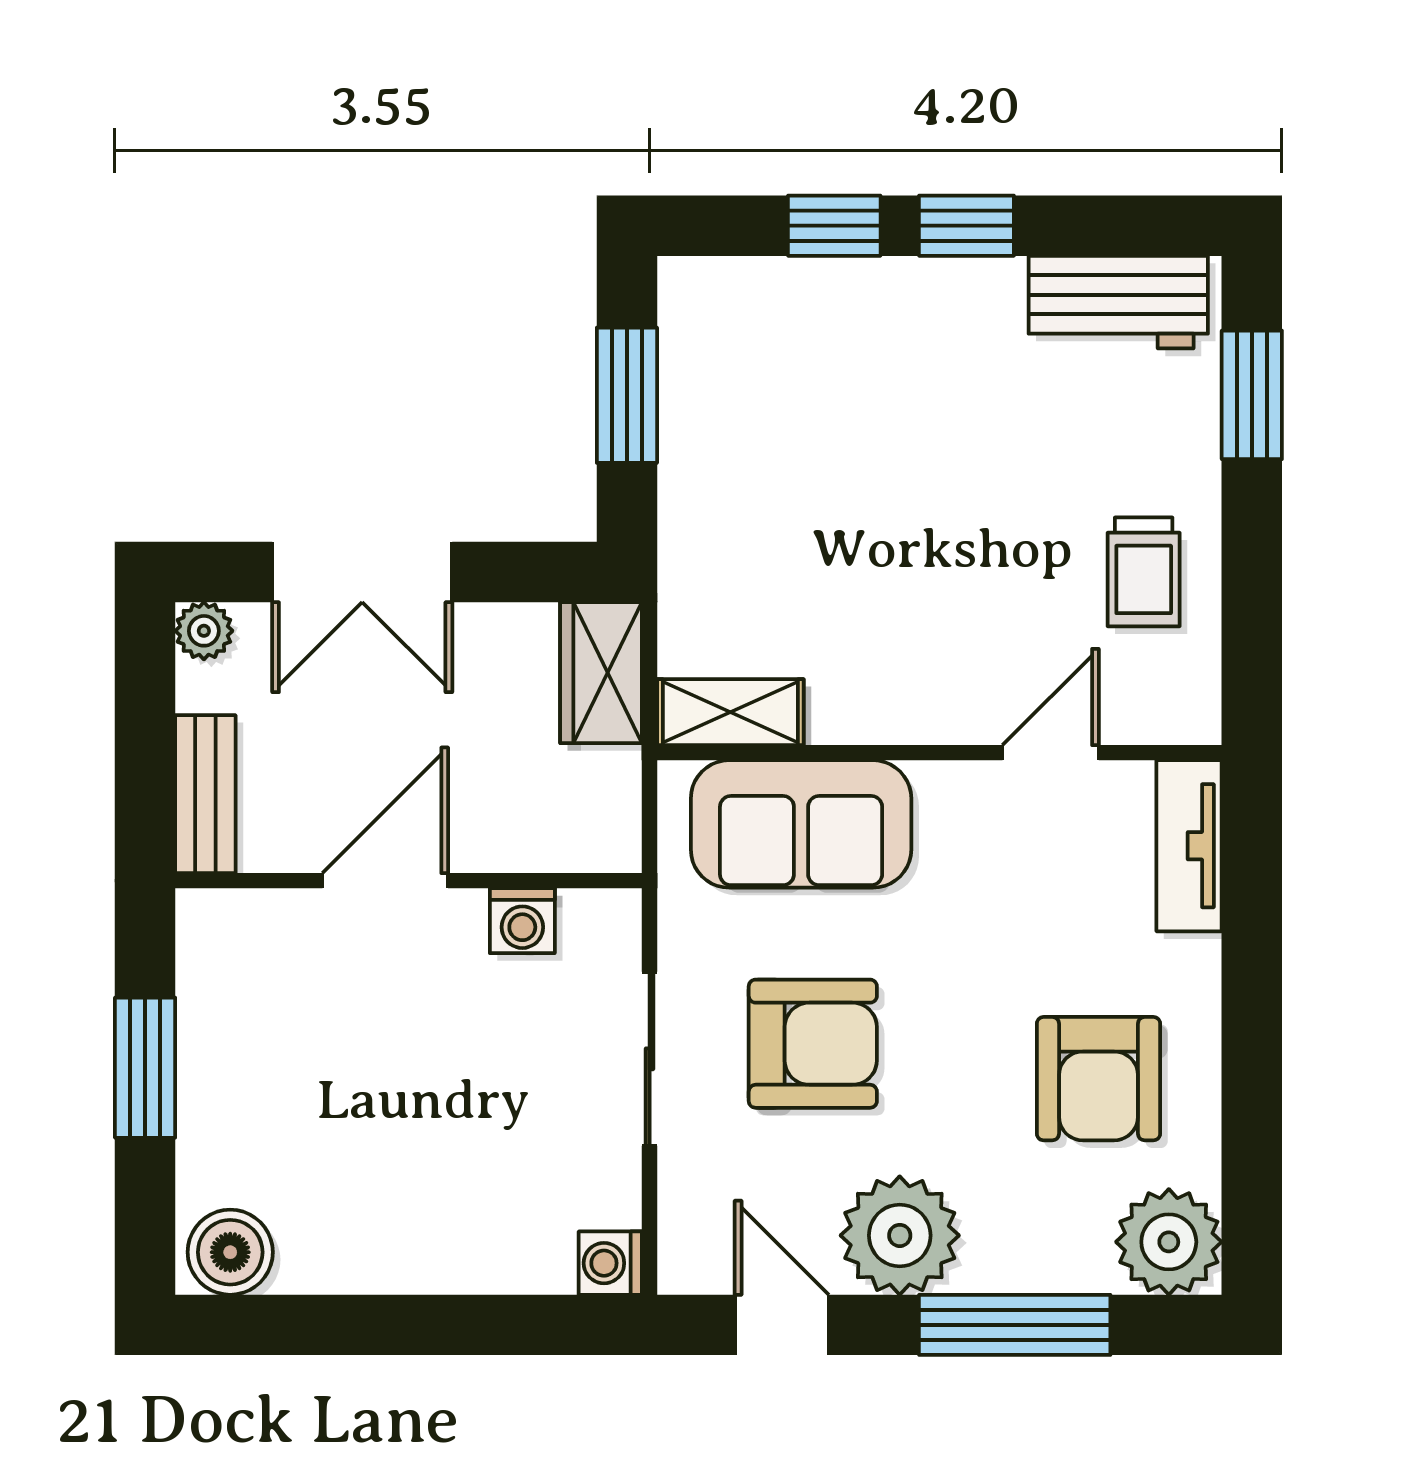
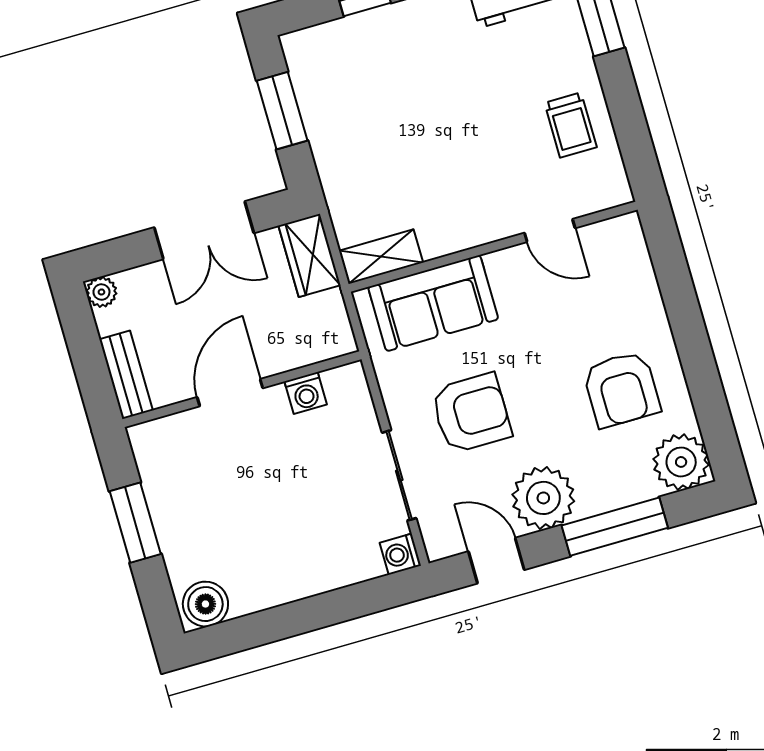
double door: (362, 572) -> (204, 230), moved
door: (1051, 753) -> (550, 231), swing flipped
tv unit: (1189, 846) -> (634, 258), removed
sliding door: (650, 1059) -> (399, 475), moved

